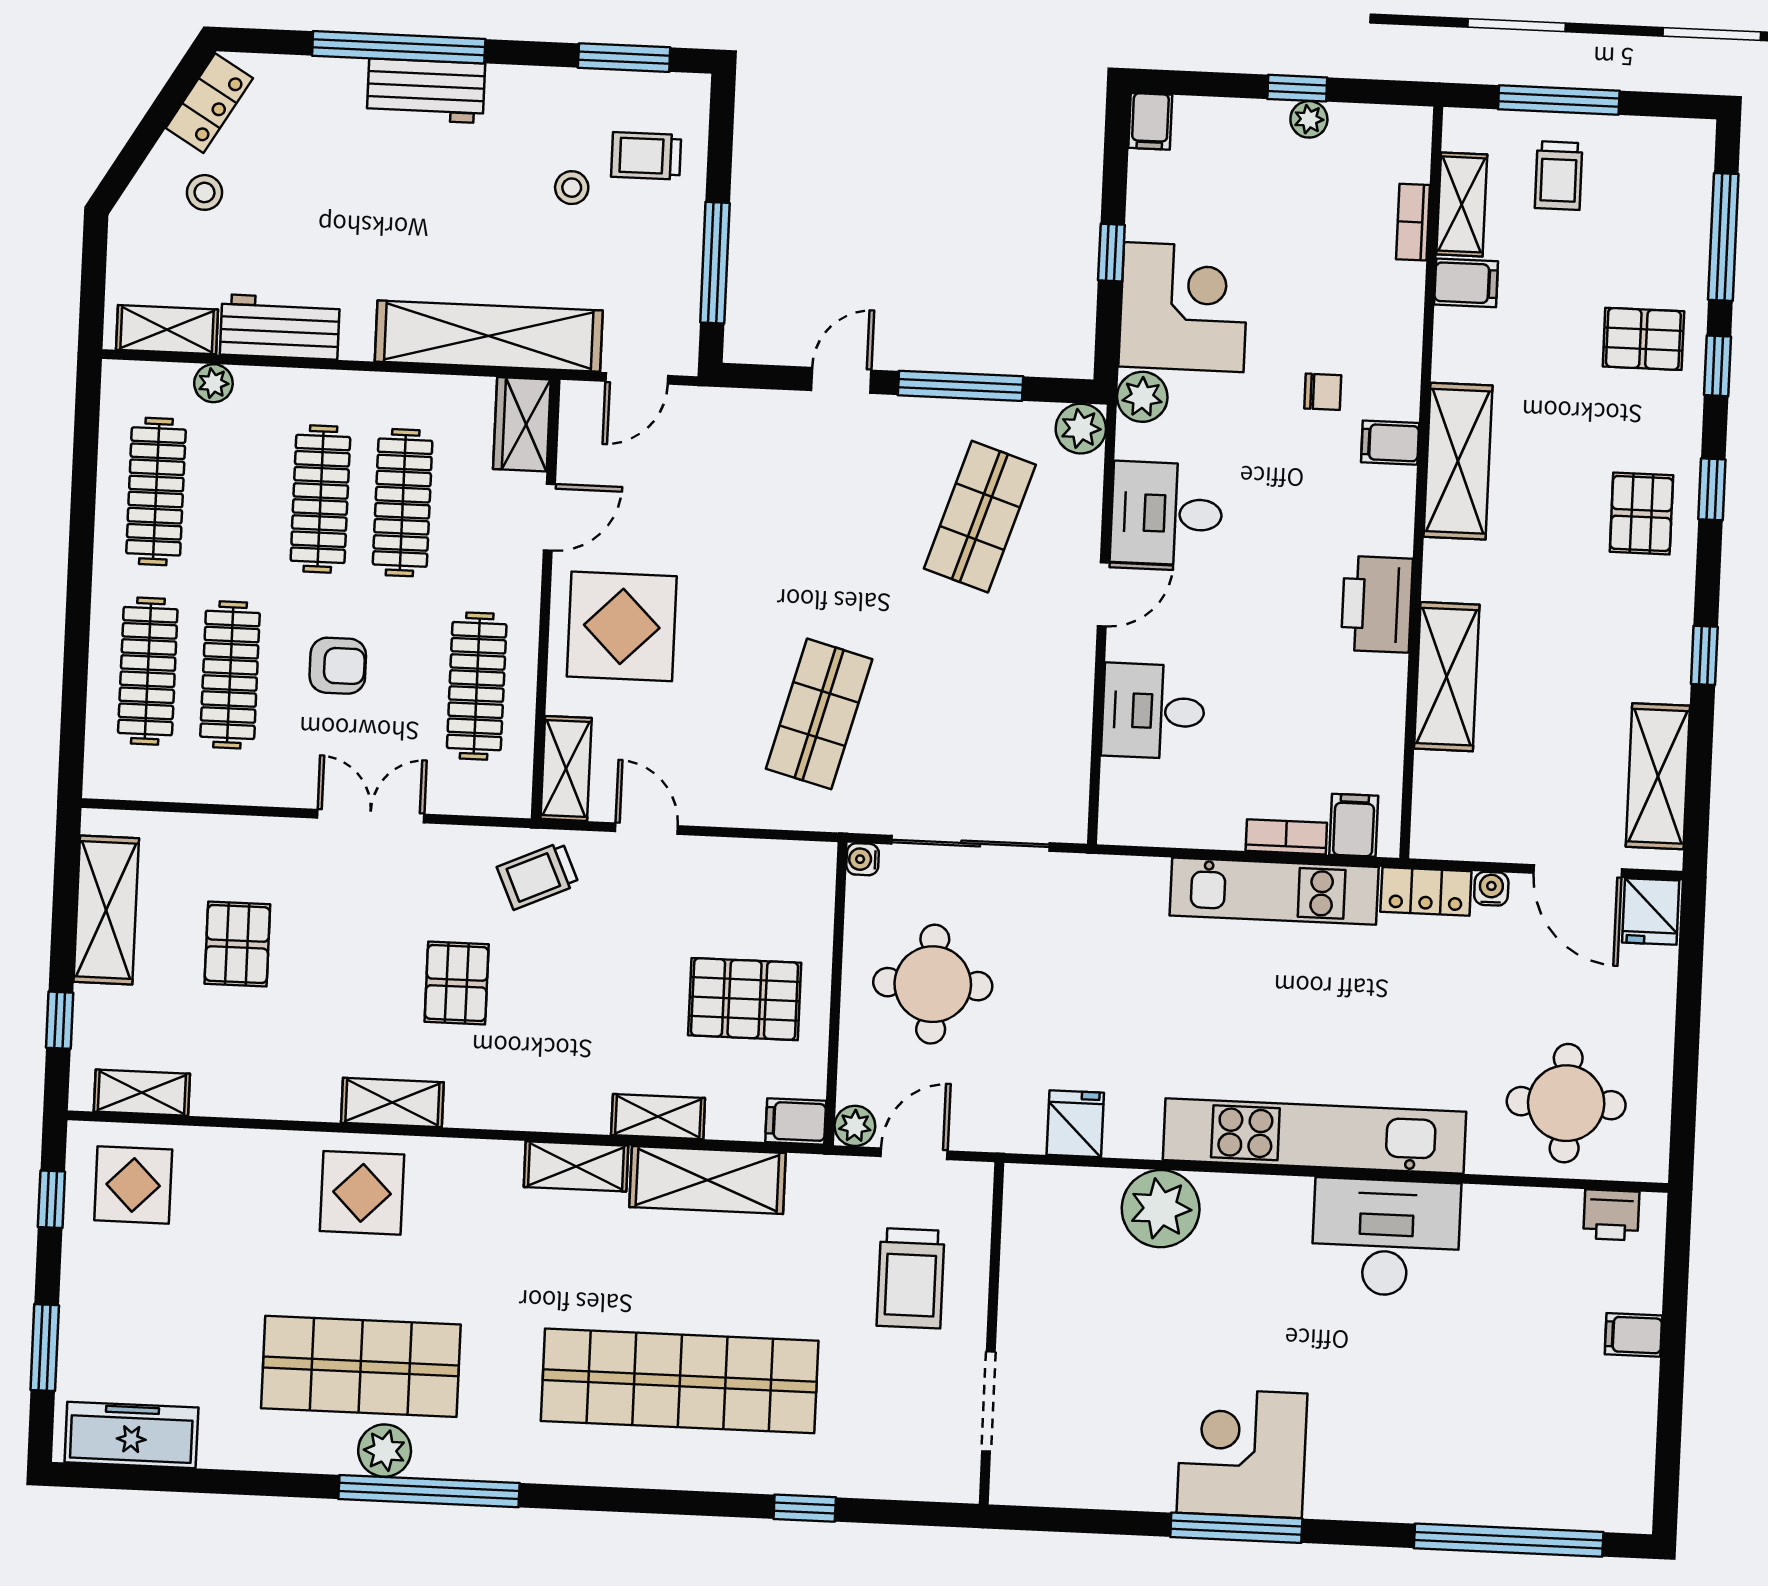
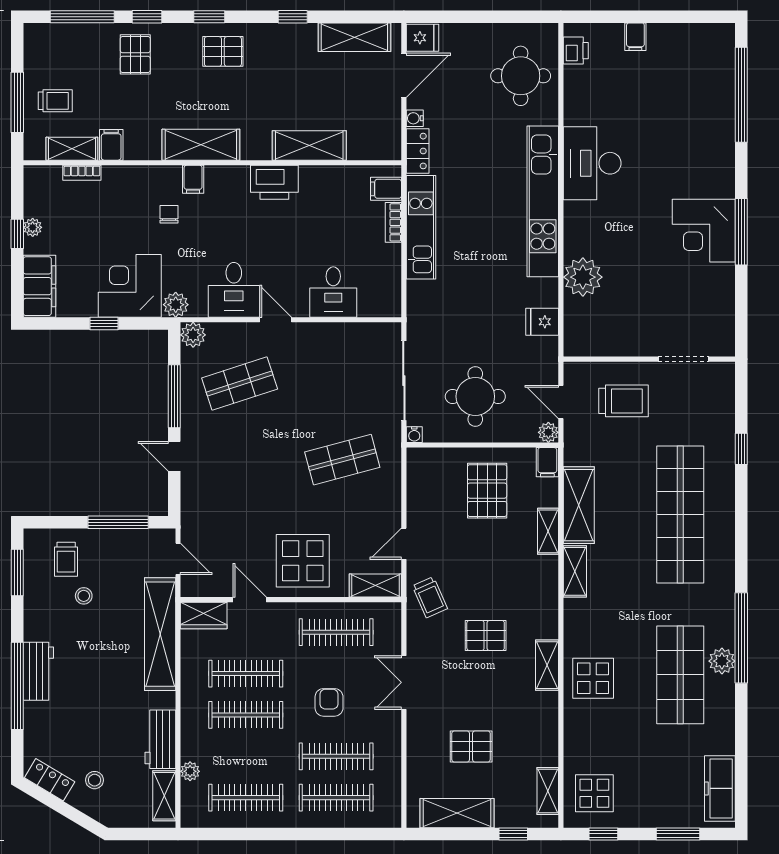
filing cabinet: (1150, 121) -> (40, 286), width x3.00, depth x1.17
shop shelf: (980, 517) -> (240, 383), turned -36
shop shelf: (819, 714) -> (342, 460), turned -30

